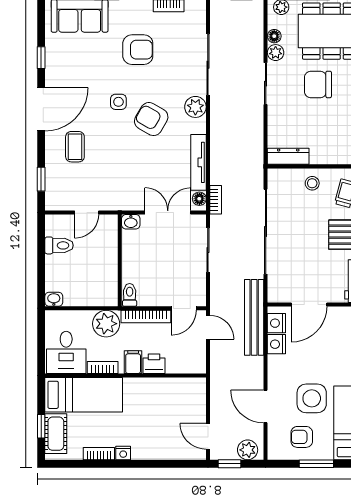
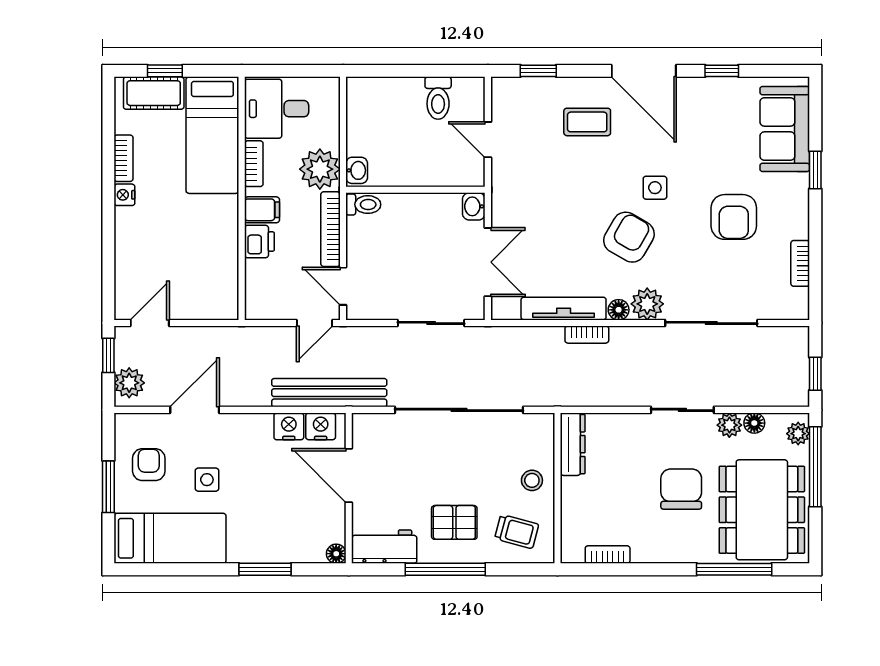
floor lamp: (199, 199) -> (619, 310), moved
bookcase: (216, 200) -> (587, 335), moved
washbasin: (54, 299) -> (357, 170), moved
side table: (312, 398) -> (207, 480), width x0.54, depth x0.54

